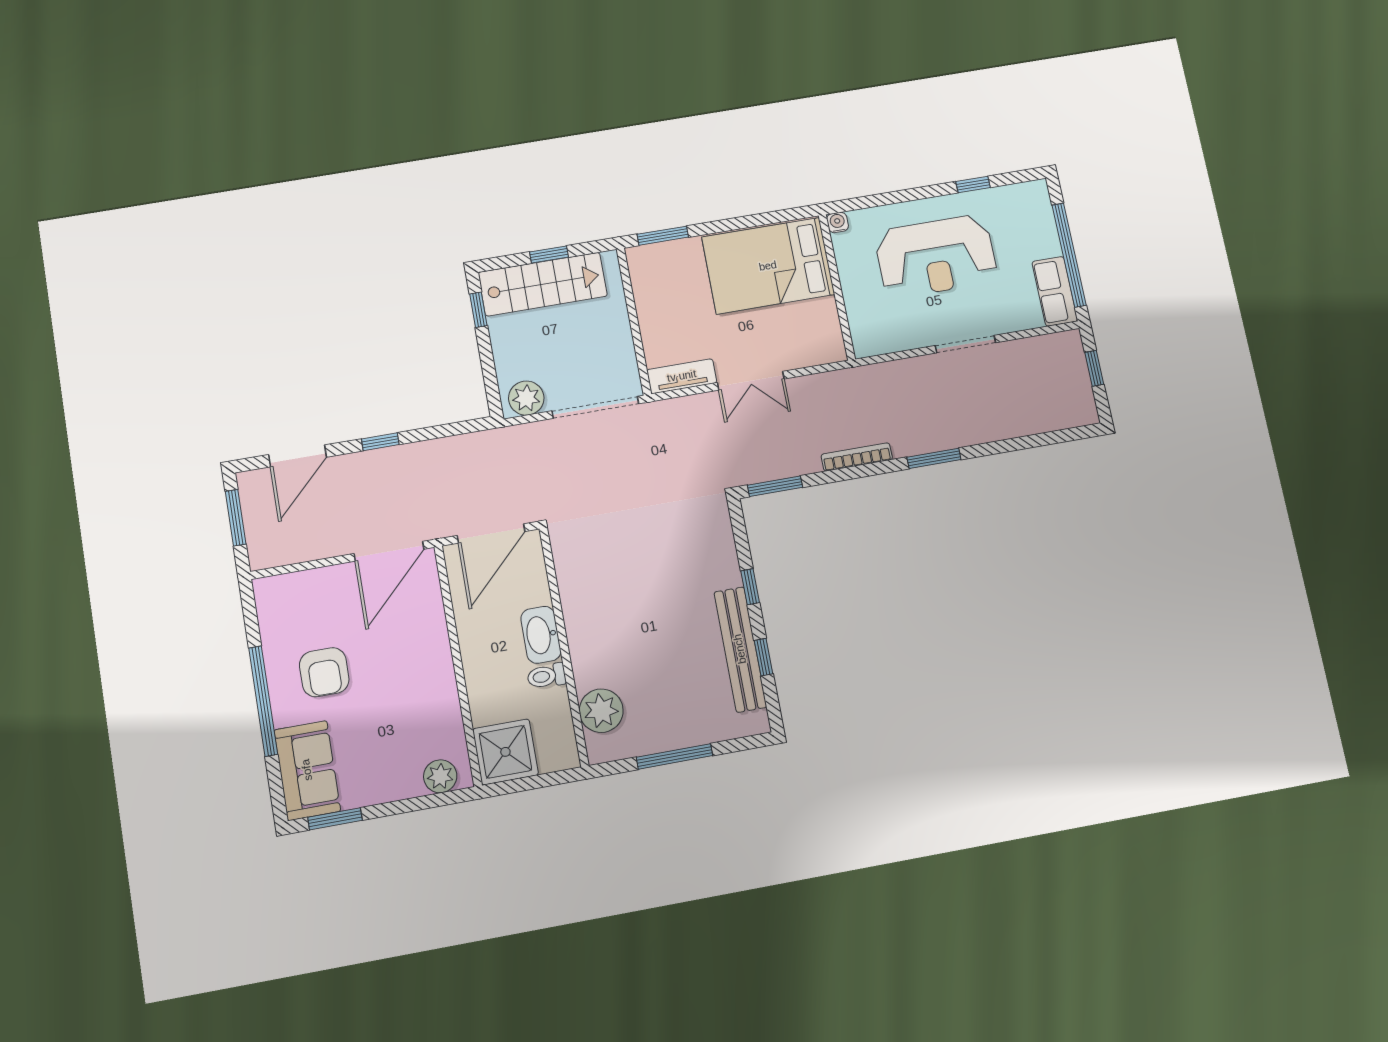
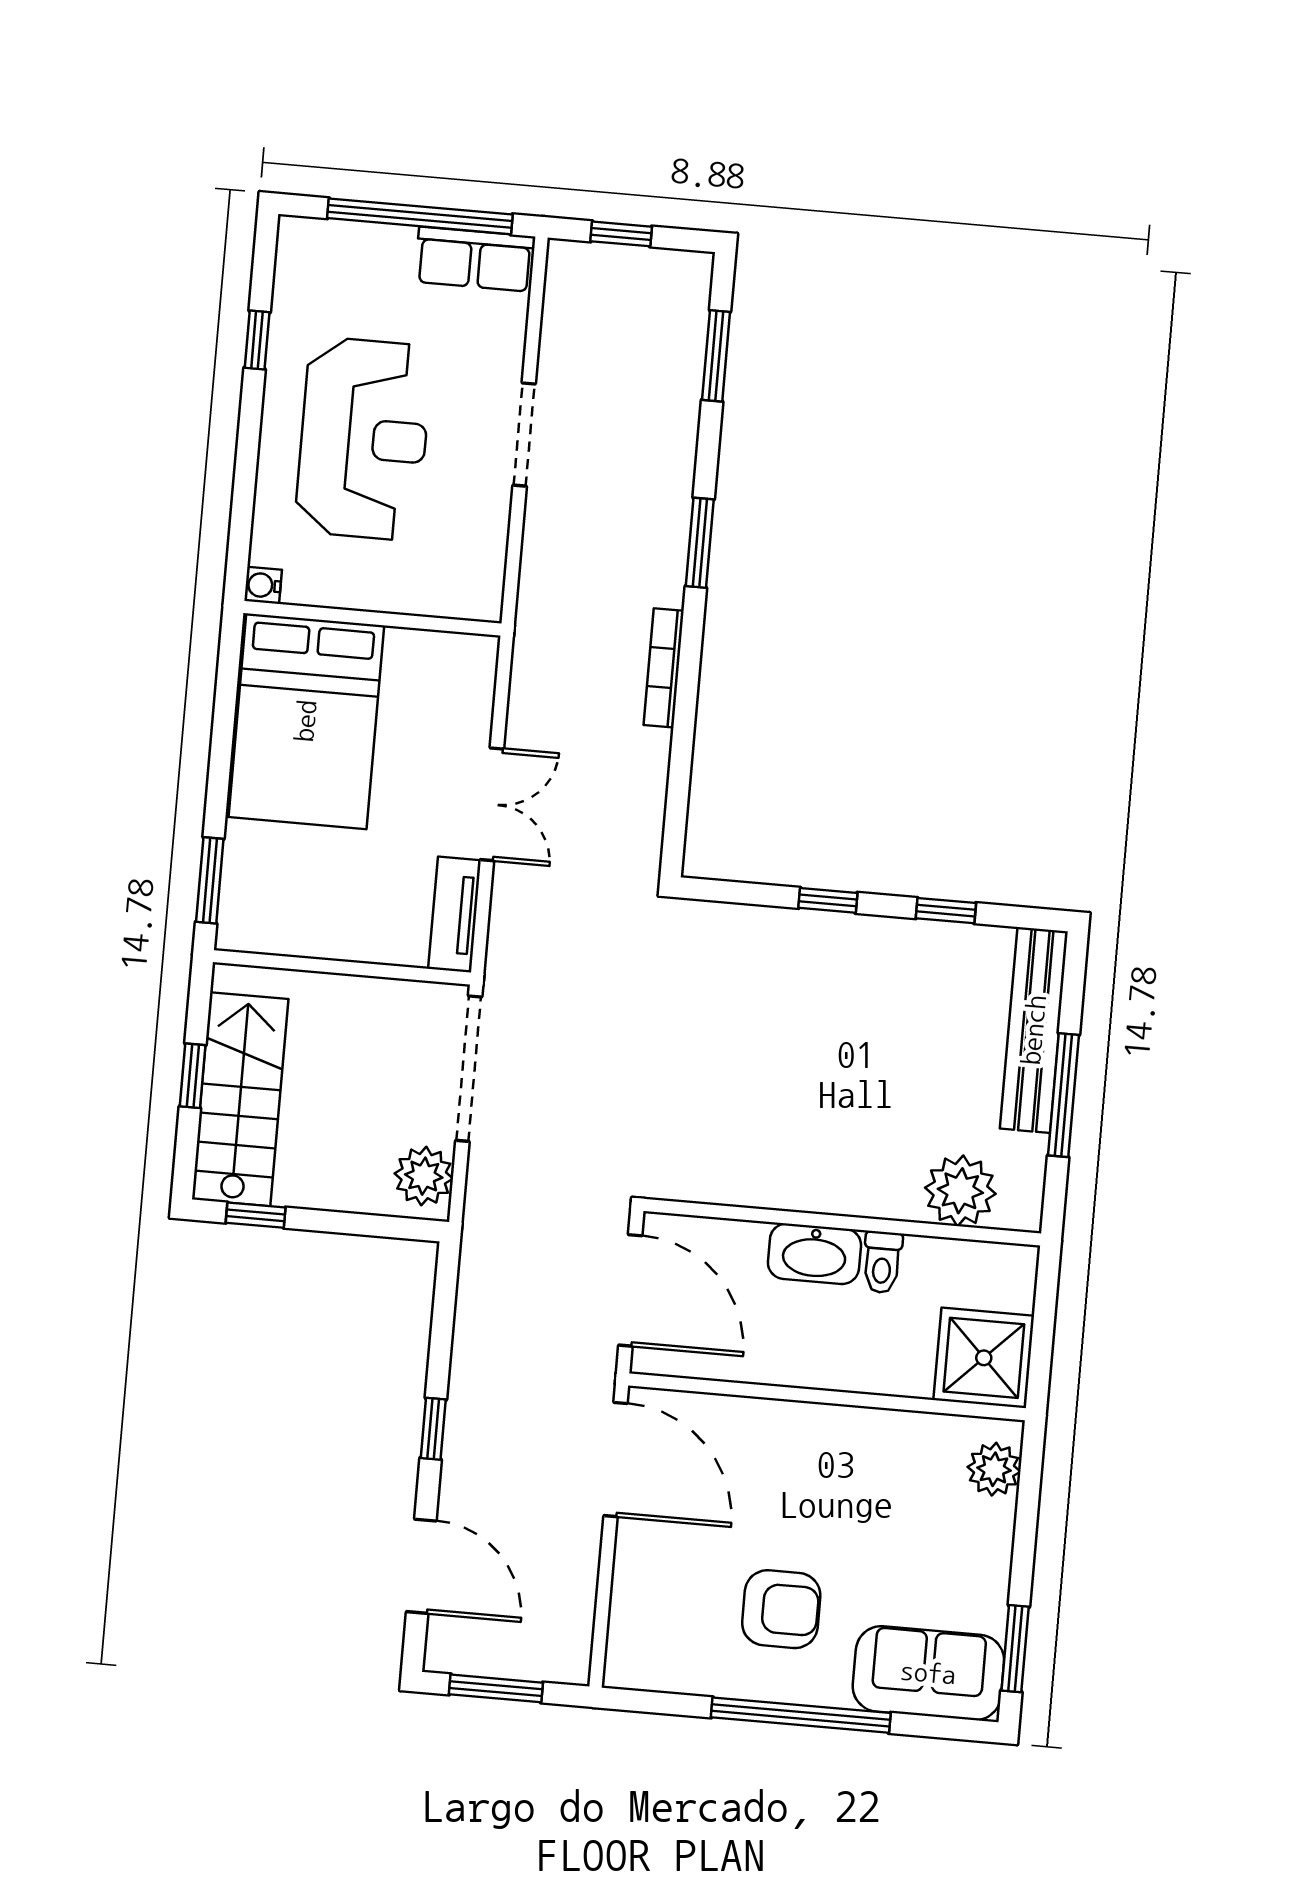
window: (775, 486) -> (716, 356), moved
bench: (740, 649) -> (1034, 1030), moved, turned 90

